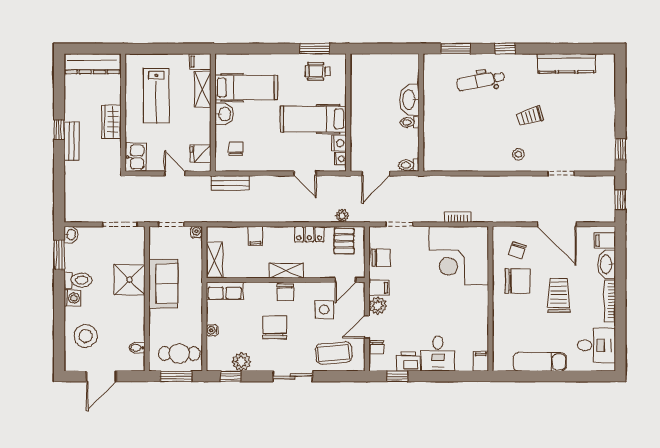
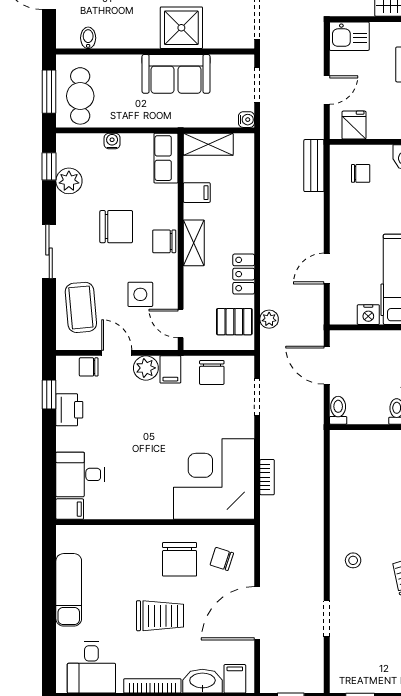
nightstand: (340, 159) -> (347, 316), removed
filing cabinet: (255, 236) -> (197, 193), moved, turned 180
desk: (438, 354) -> (80, 474), moved

